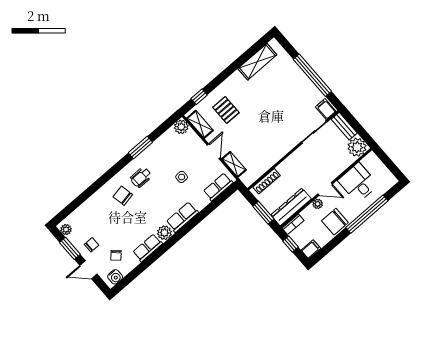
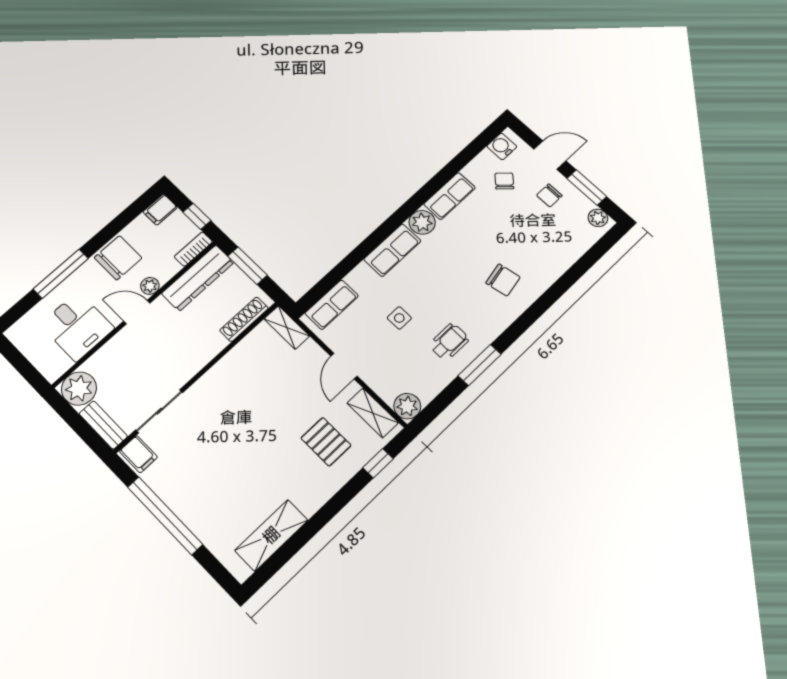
shelving: (234, 164) -> (287, 328), moved
wheelchair: (141, 177) -> (449, 342), moved
window: (367, 214) -> (61, 274), width x0.68

